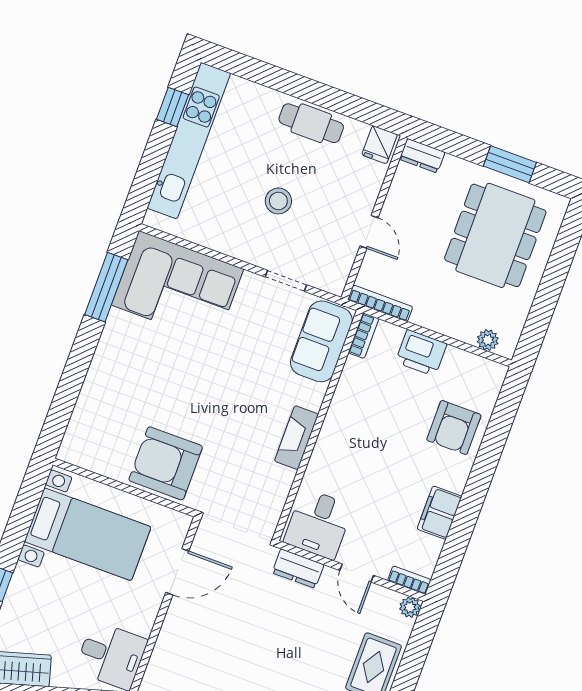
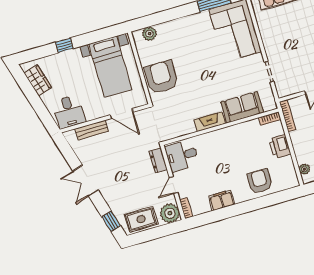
stool: (278, 201) -> (299, 45), removed
sofa: (321, 341) -> (242, 107), moved
armchair: (454, 427) -> (260, 181), turned 90
plant: (80, 430) -> (149, 34), added
plant: (410, 607) -> (170, 213), width x1.88, depth x1.88
bench: (168, 640) -> (92, 130), added

